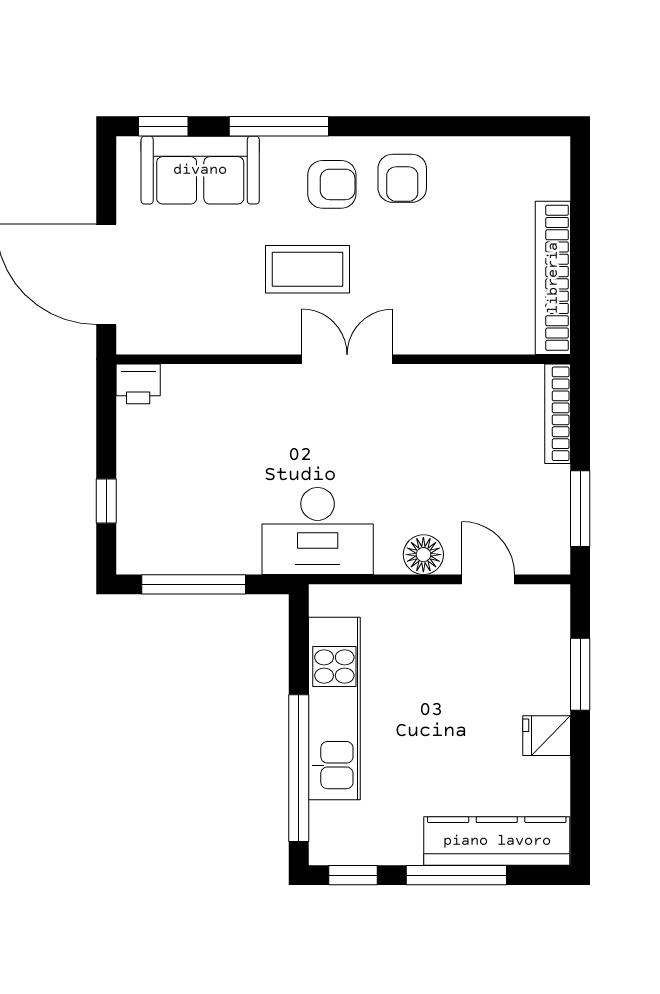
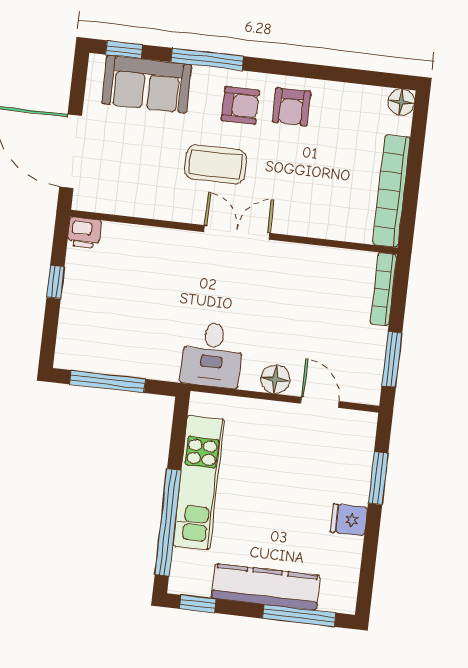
floor lamp: (552, 154) -> (401, 102), added
window: (106, 501) -> (55, 282), moved
desk: (318, 531) -> (212, 355), width x0.73
kitchen counter: (497, 841) -> (266, 587), moved
window: (456, 875) -> (299, 616), moved

